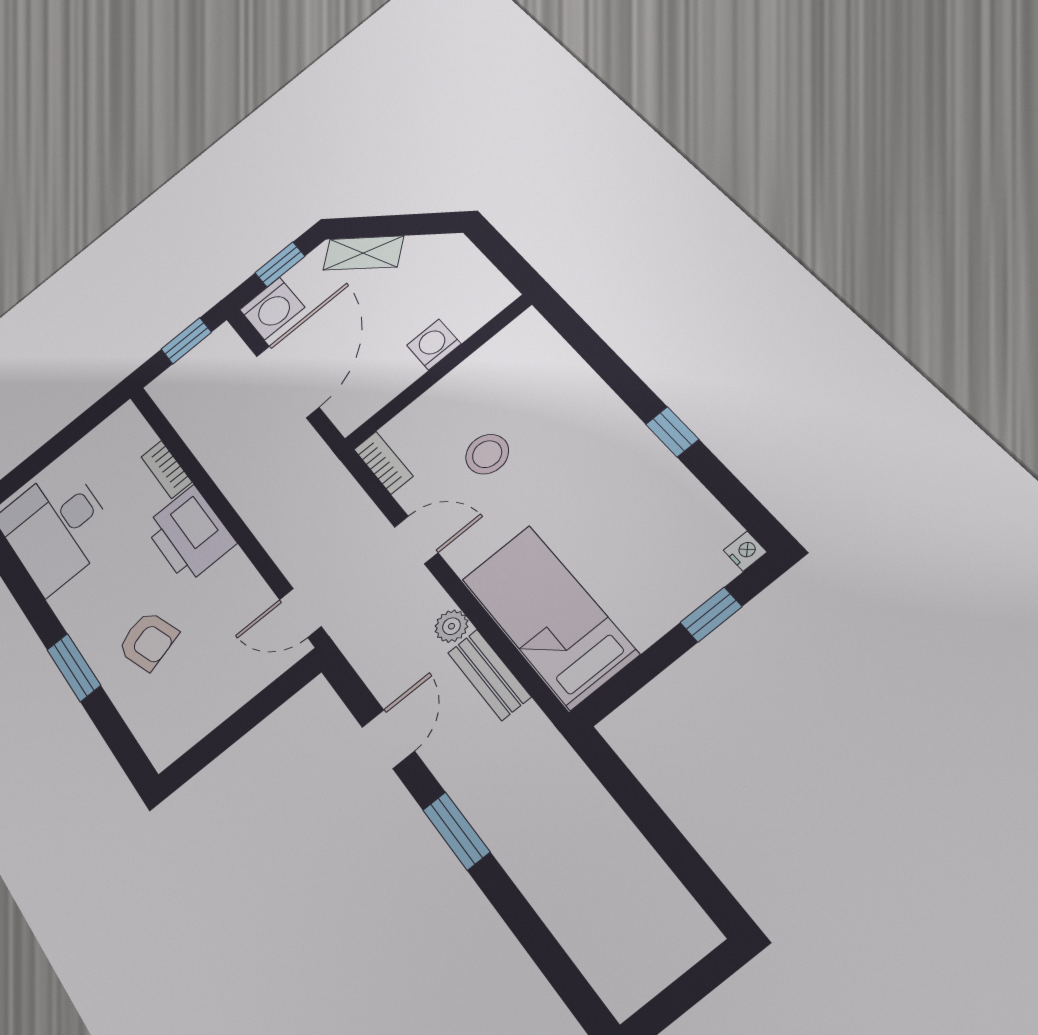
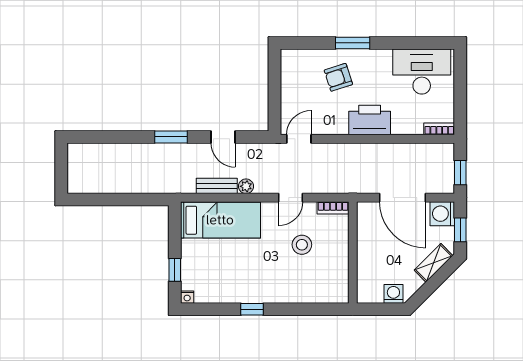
washing machine: (434, 344) -> (393, 294), moved, turned -90
bookcase: (166, 469) -> (439, 129), moved

